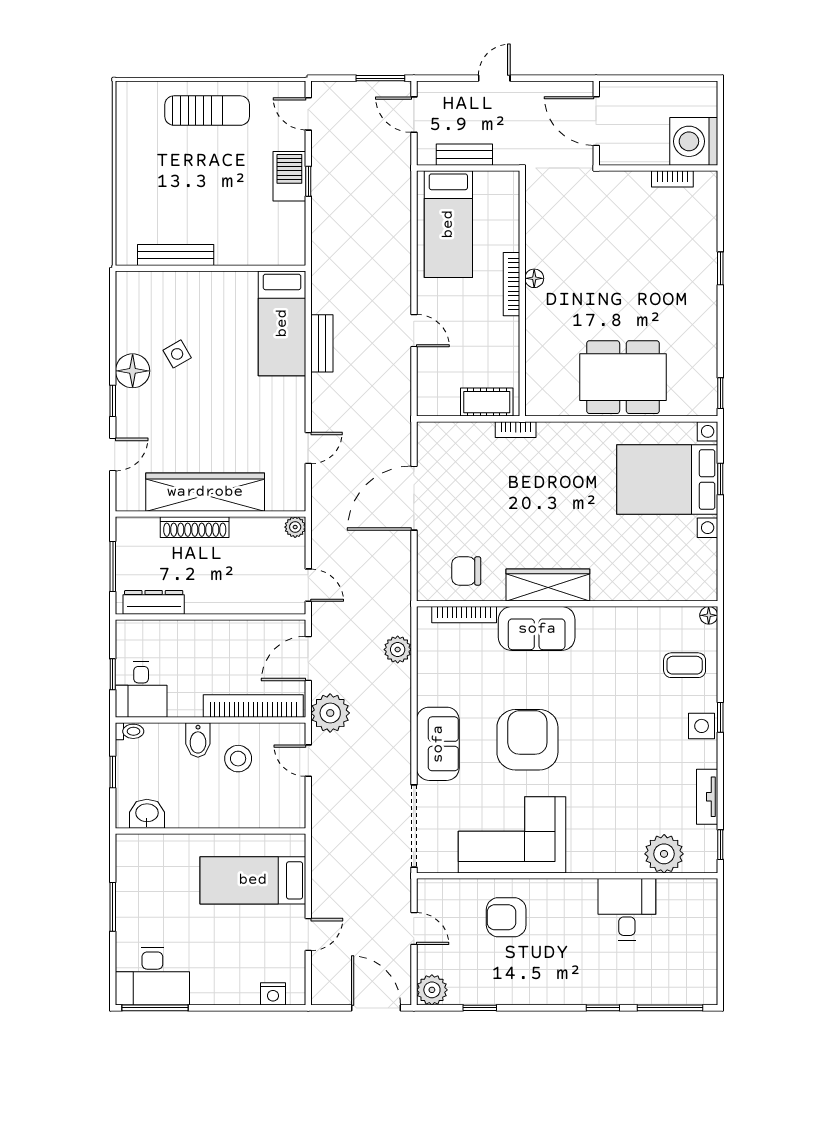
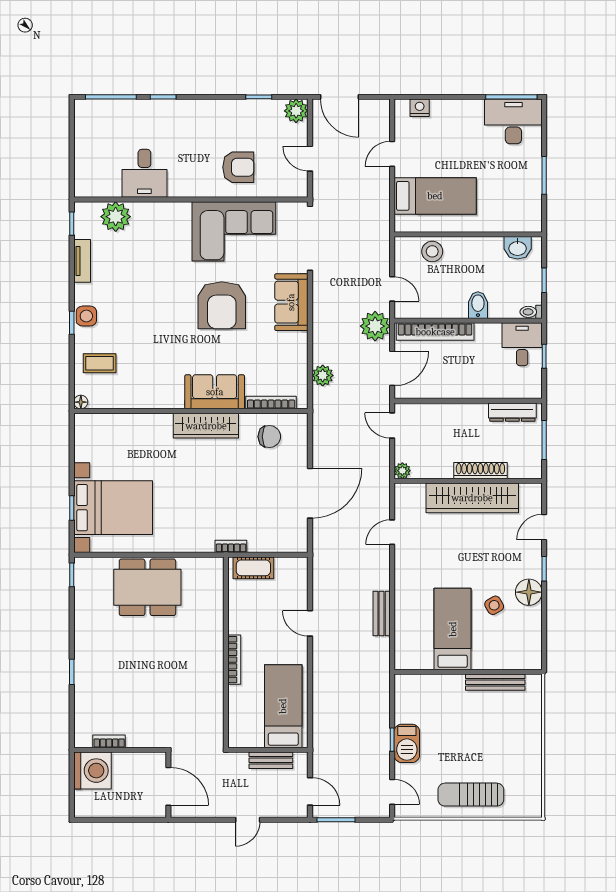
floor lamp: (534, 278) -> (216, 664), removed
bed: (282, 323) -> (453, 629), moved
stool: (238, 759) -> (432, 251), moved

